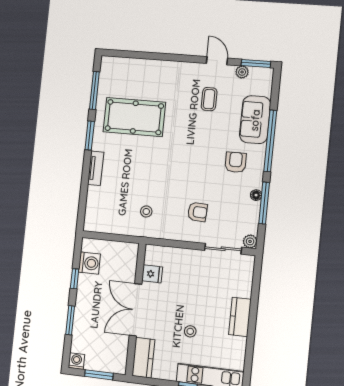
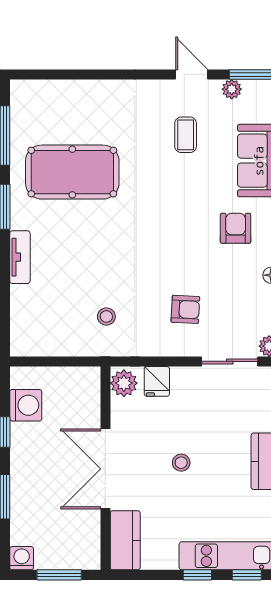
plant: (153, 256) -> (124, 383), added
fridge: (152, 274) -> (157, 381), moved, turned 90
stool: (190, 331) -> (181, 463), moved

